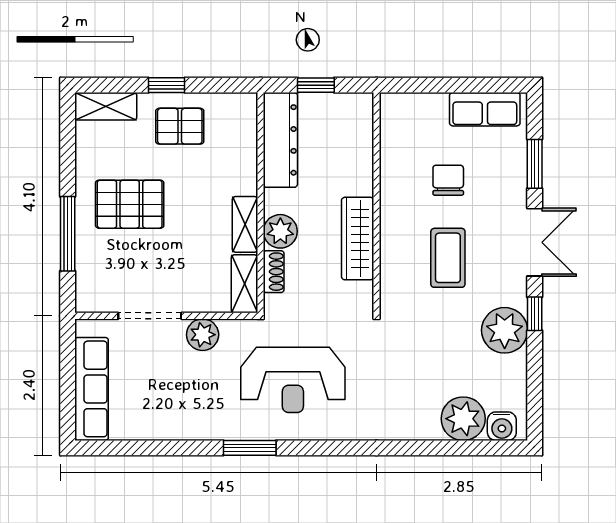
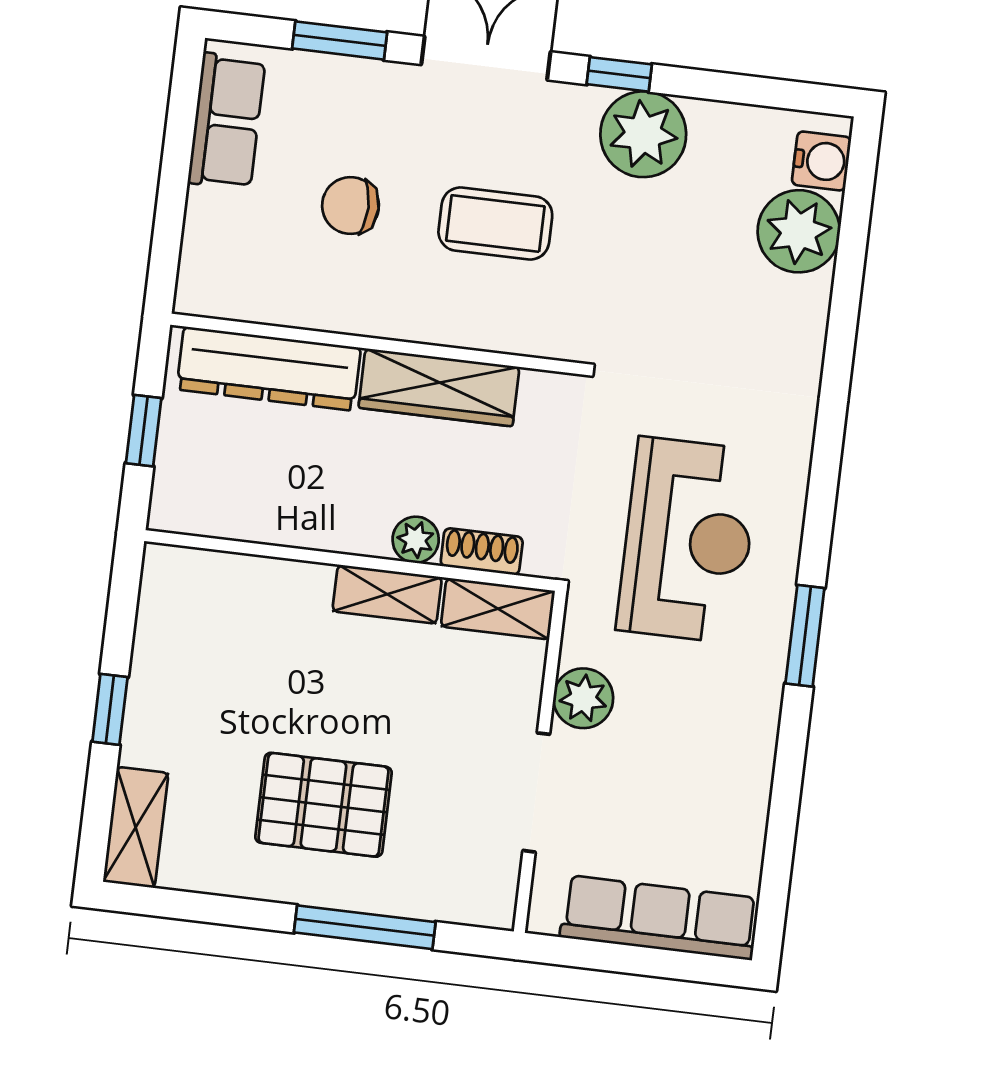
pallet: (180, 126) -> (189, 694), removed
dresser: (280, 140) -> (269, 369), moved, turned 180
pallet: (130, 204) -> (323, 805), turned 90
plant: (280, 231) -> (416, 540), width x0.73, depth x0.73

